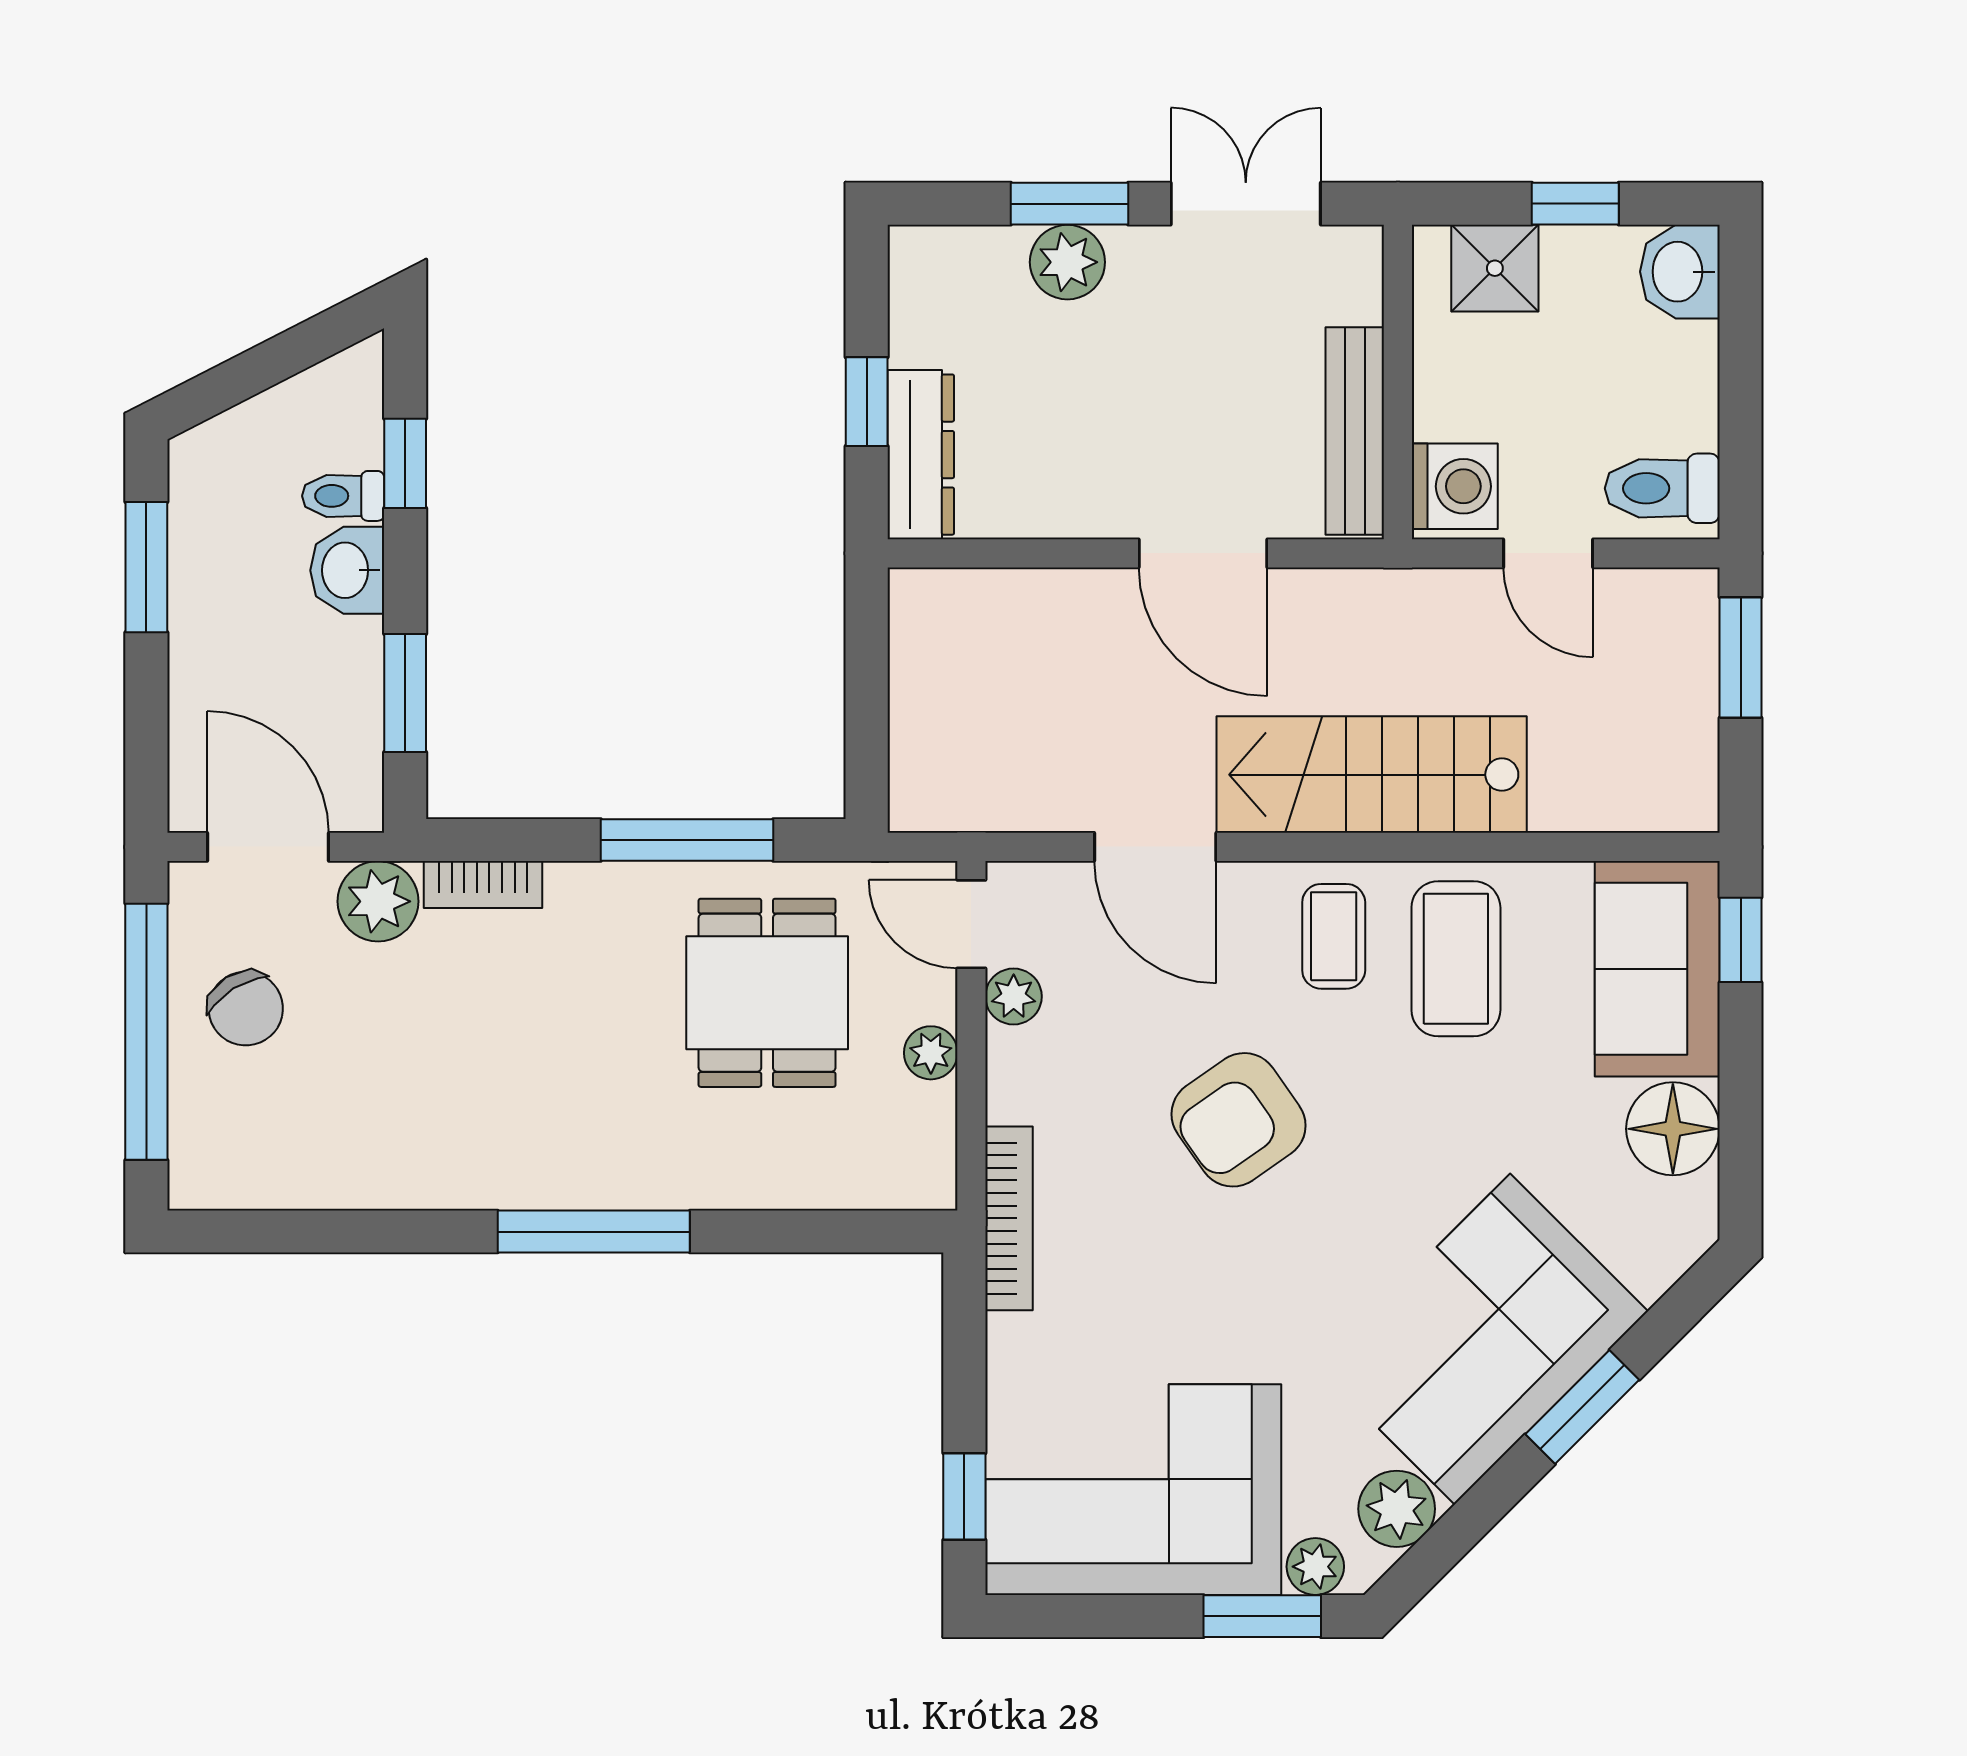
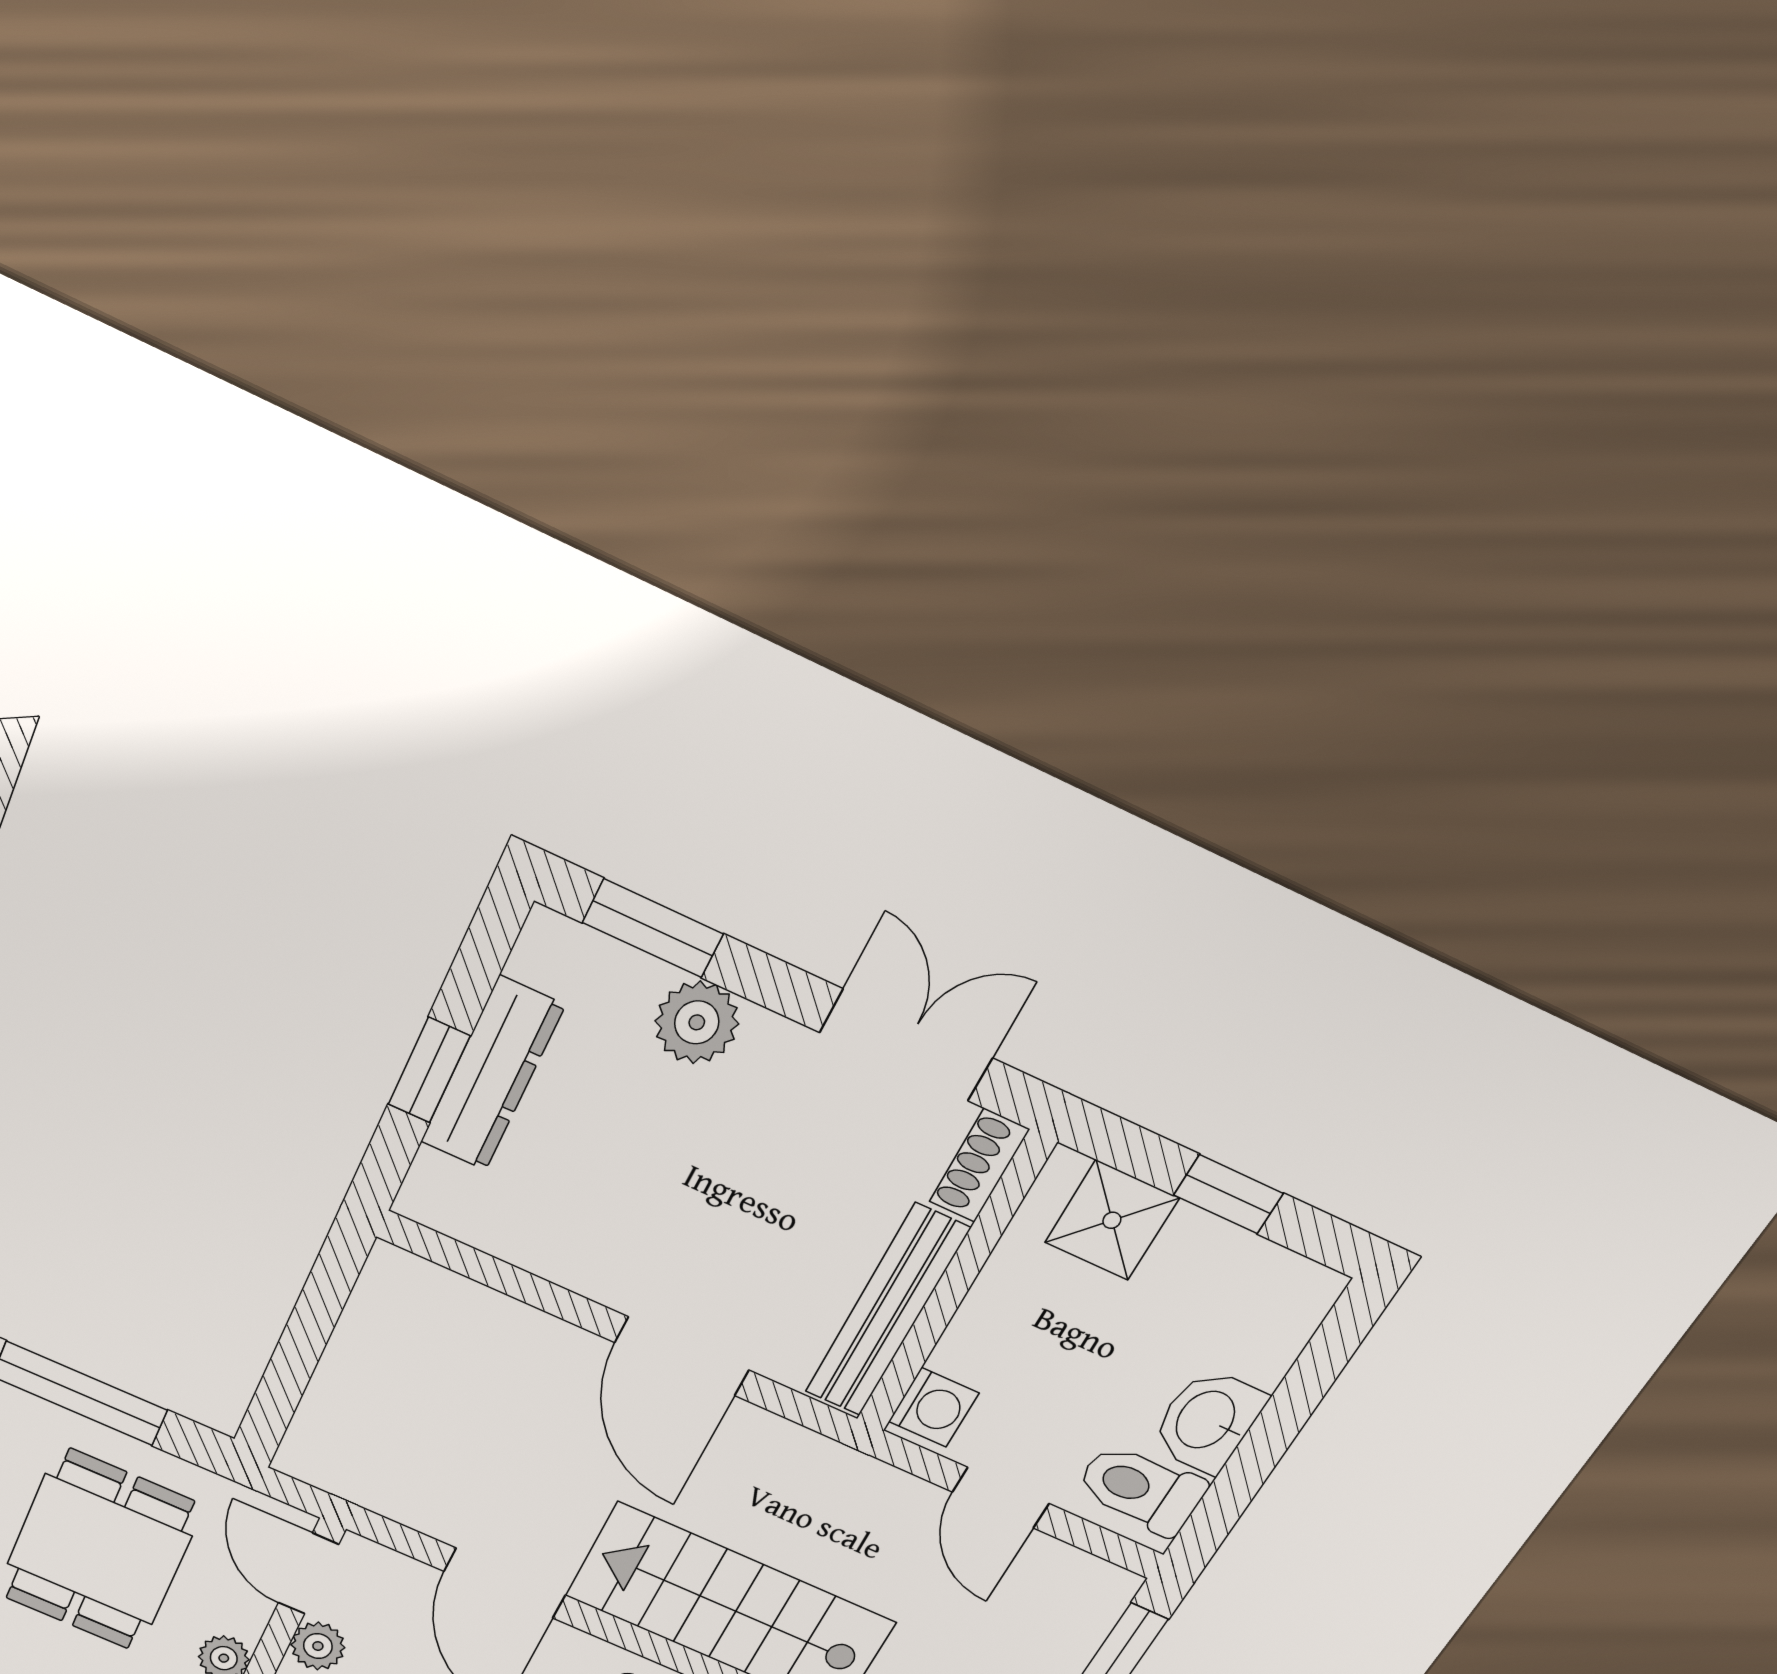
window: (1070, 204) -> (653, 928), moved
washbasin: (1680, 272) -> (1208, 1421), moved
shoe rack: (1360, 273) -> (979, 1165), added
dresser: (921, 455) -> (492, 1074), moved
washing machine: (1455, 486) -> (934, 1407), width x0.73, depth x0.73

